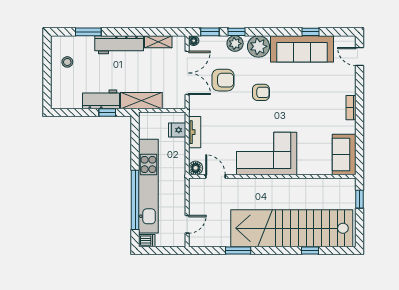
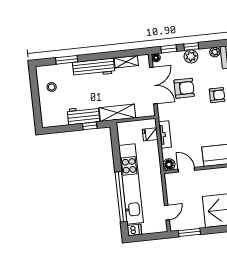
plant: (258, 46) -> (215, 52), width x0.53, depth x0.53
window: (238, 250) -> (189, 232), moved

